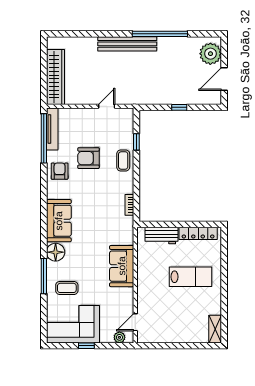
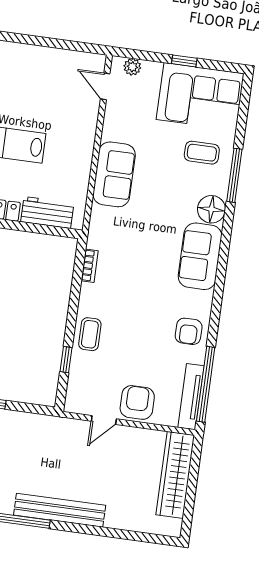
armchair: (88, 158) -> (137, 402), moved, turned -90
door: (135, 322) -> (105, 86), swing flipped

